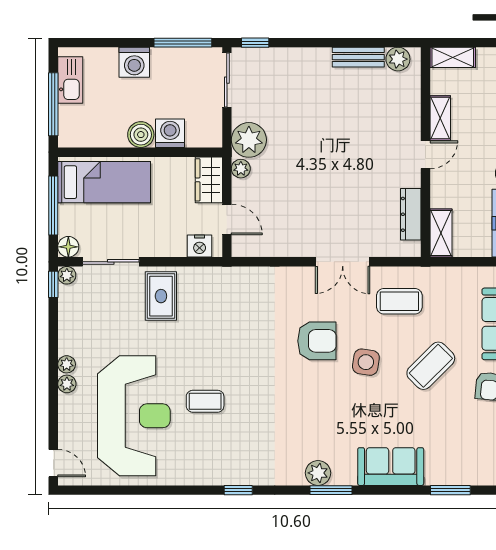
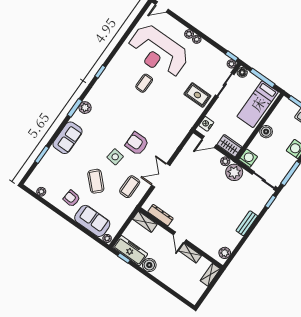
bench: (358, 57) -> (247, 223), moved
washing machine: (170, 133) -> (248, 158), moved, turned -90
armchair: (317, 341) -> (137, 144), turned 90

